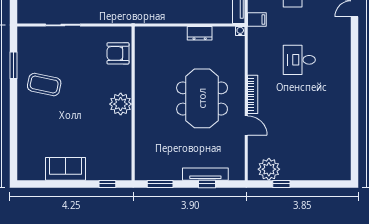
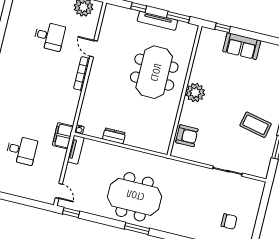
filing cabinet: (257, 20) -> (63, 136), width x2.00
desk: (299, 60) -> (49, 36), moved
meeting table: (202, 98) -> (154, 72), moved
sofa: (65, 169) -> (242, 46), moved
tv unit: (205, 174) -> (157, 21), moved

